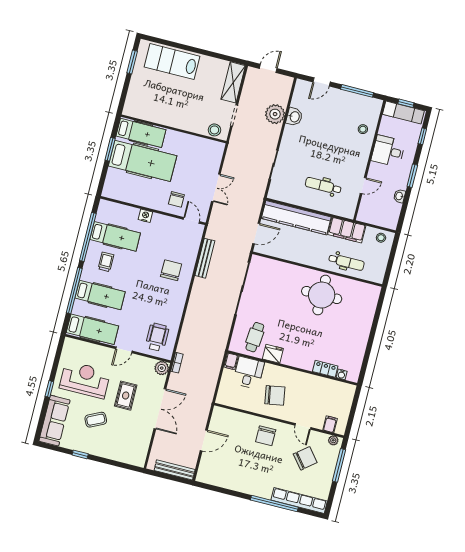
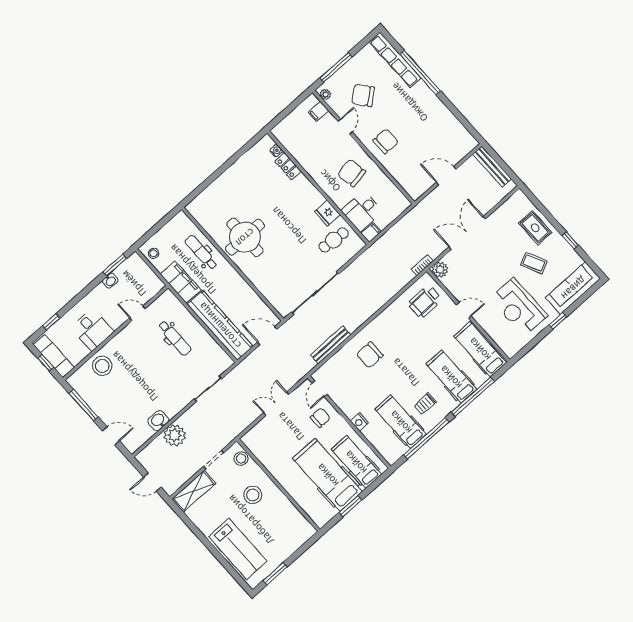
stool: (188, 109) -> (253, 495), added
stool: (363, 129) -> (102, 366), width x1.89, depth x1.89
hospital bed: (141, 133) -> (356, 462), moved
window: (412, 176) -> (115, 265), moved
rug: (126, 396) -> (535, 228), moved, turned 90

